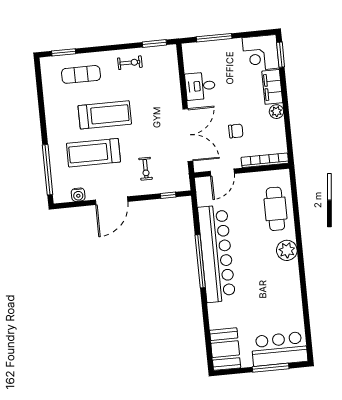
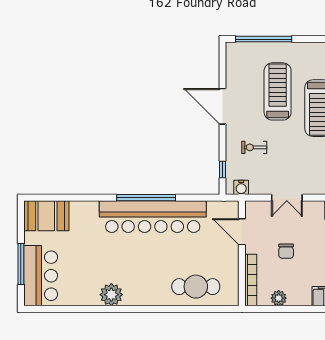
plant: (276, 112) -> (279, 298), moved
double door: (188, 135) -> (287, 198), width x0.54
water cooler: (78, 195) -> (241, 187), moved, turned -90
plant: (287, 250) -> (111, 295), moved

